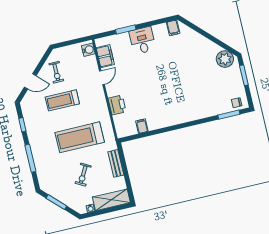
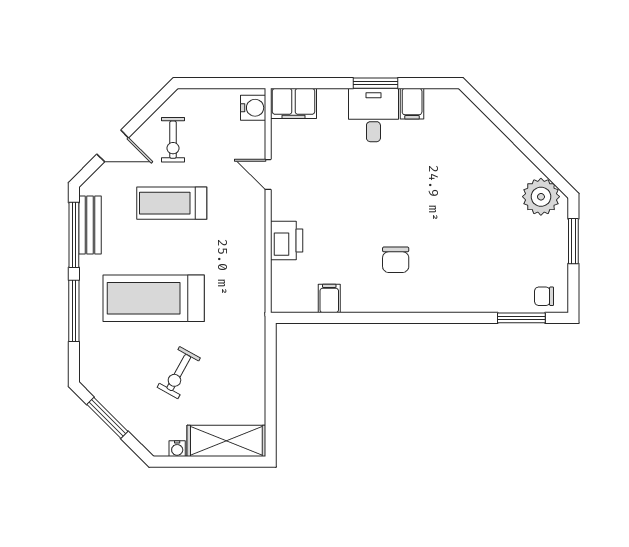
filing cabinet: (173, 28) -> (412, 104), moved
window: (126, 29) -> (375, 83), moved
filing cabinet: (105, 56) -> (294, 103), moved, turned 90
door: (102, 78) -> (268, 174), swing flipped
chair: (167, 102) -> (396, 260), added
window: (22, 125) -> (74, 235), width x2.17
treadmill: (80, 137) -> (154, 298), moved
bench: (116, 163) -> (90, 225), moved

